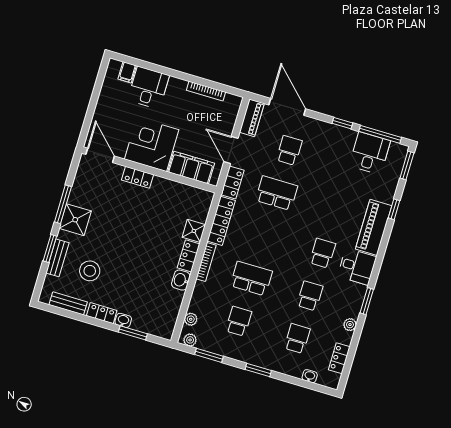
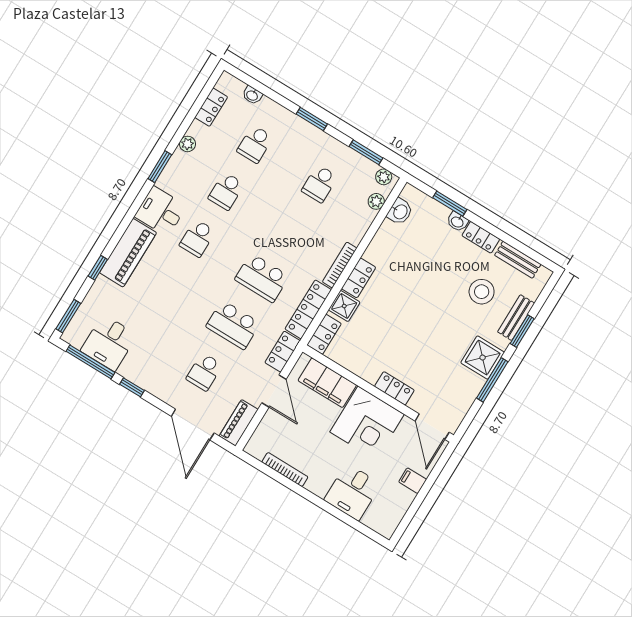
filing cabinet: (127, 72) -> (413, 481), moved, turned -90
locker: (204, 205) -> (324, 334), added
school desk: (251, 279) -> (262, 278), moved
washbasin: (181, 280) -> (400, 212), moved

